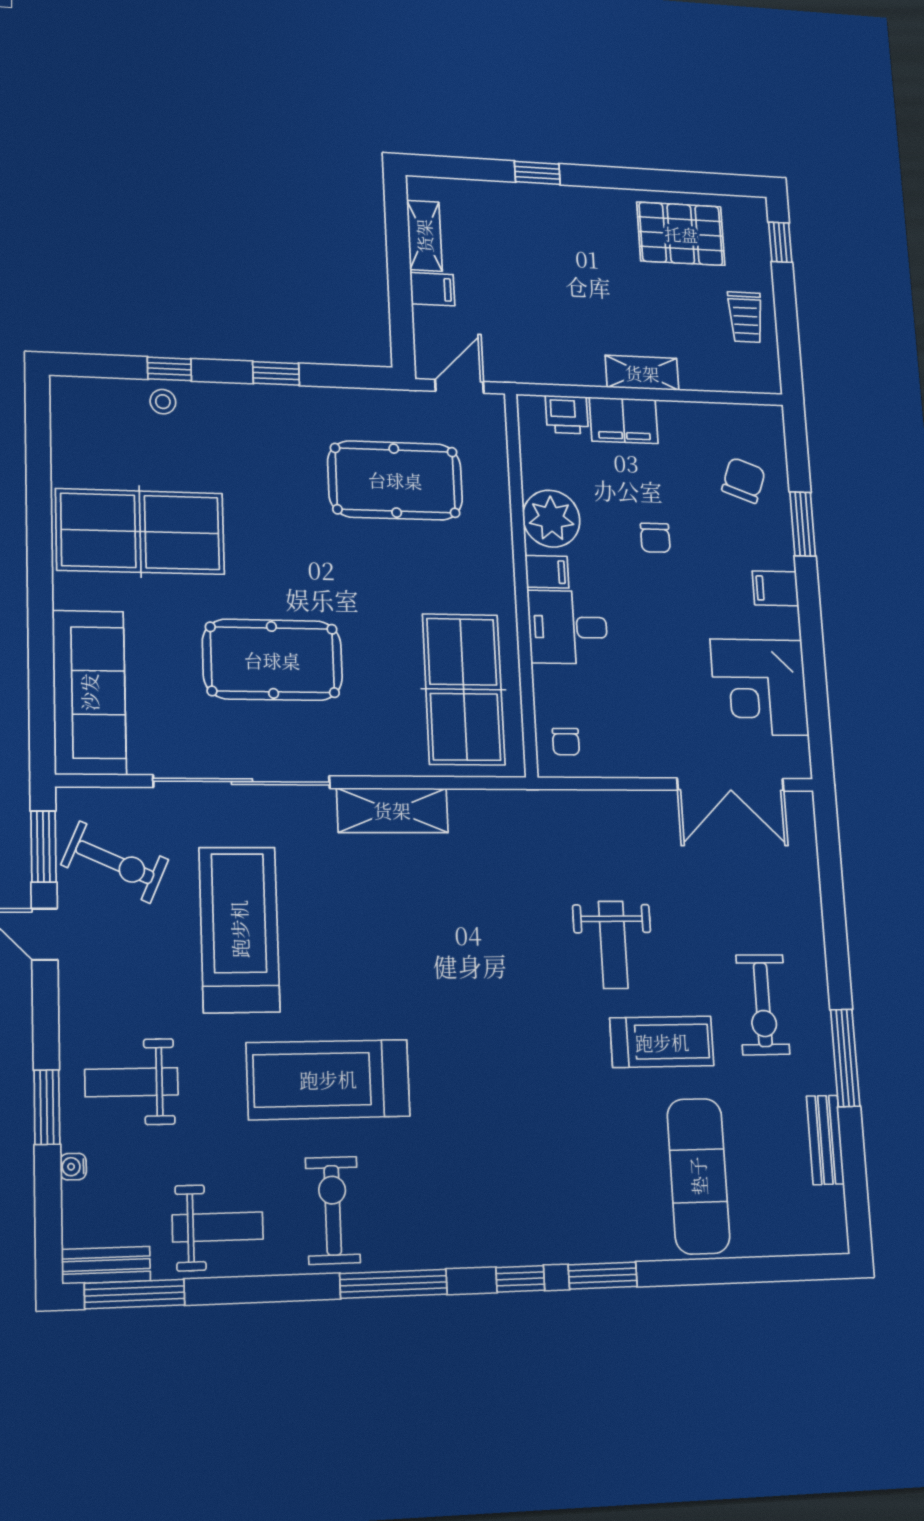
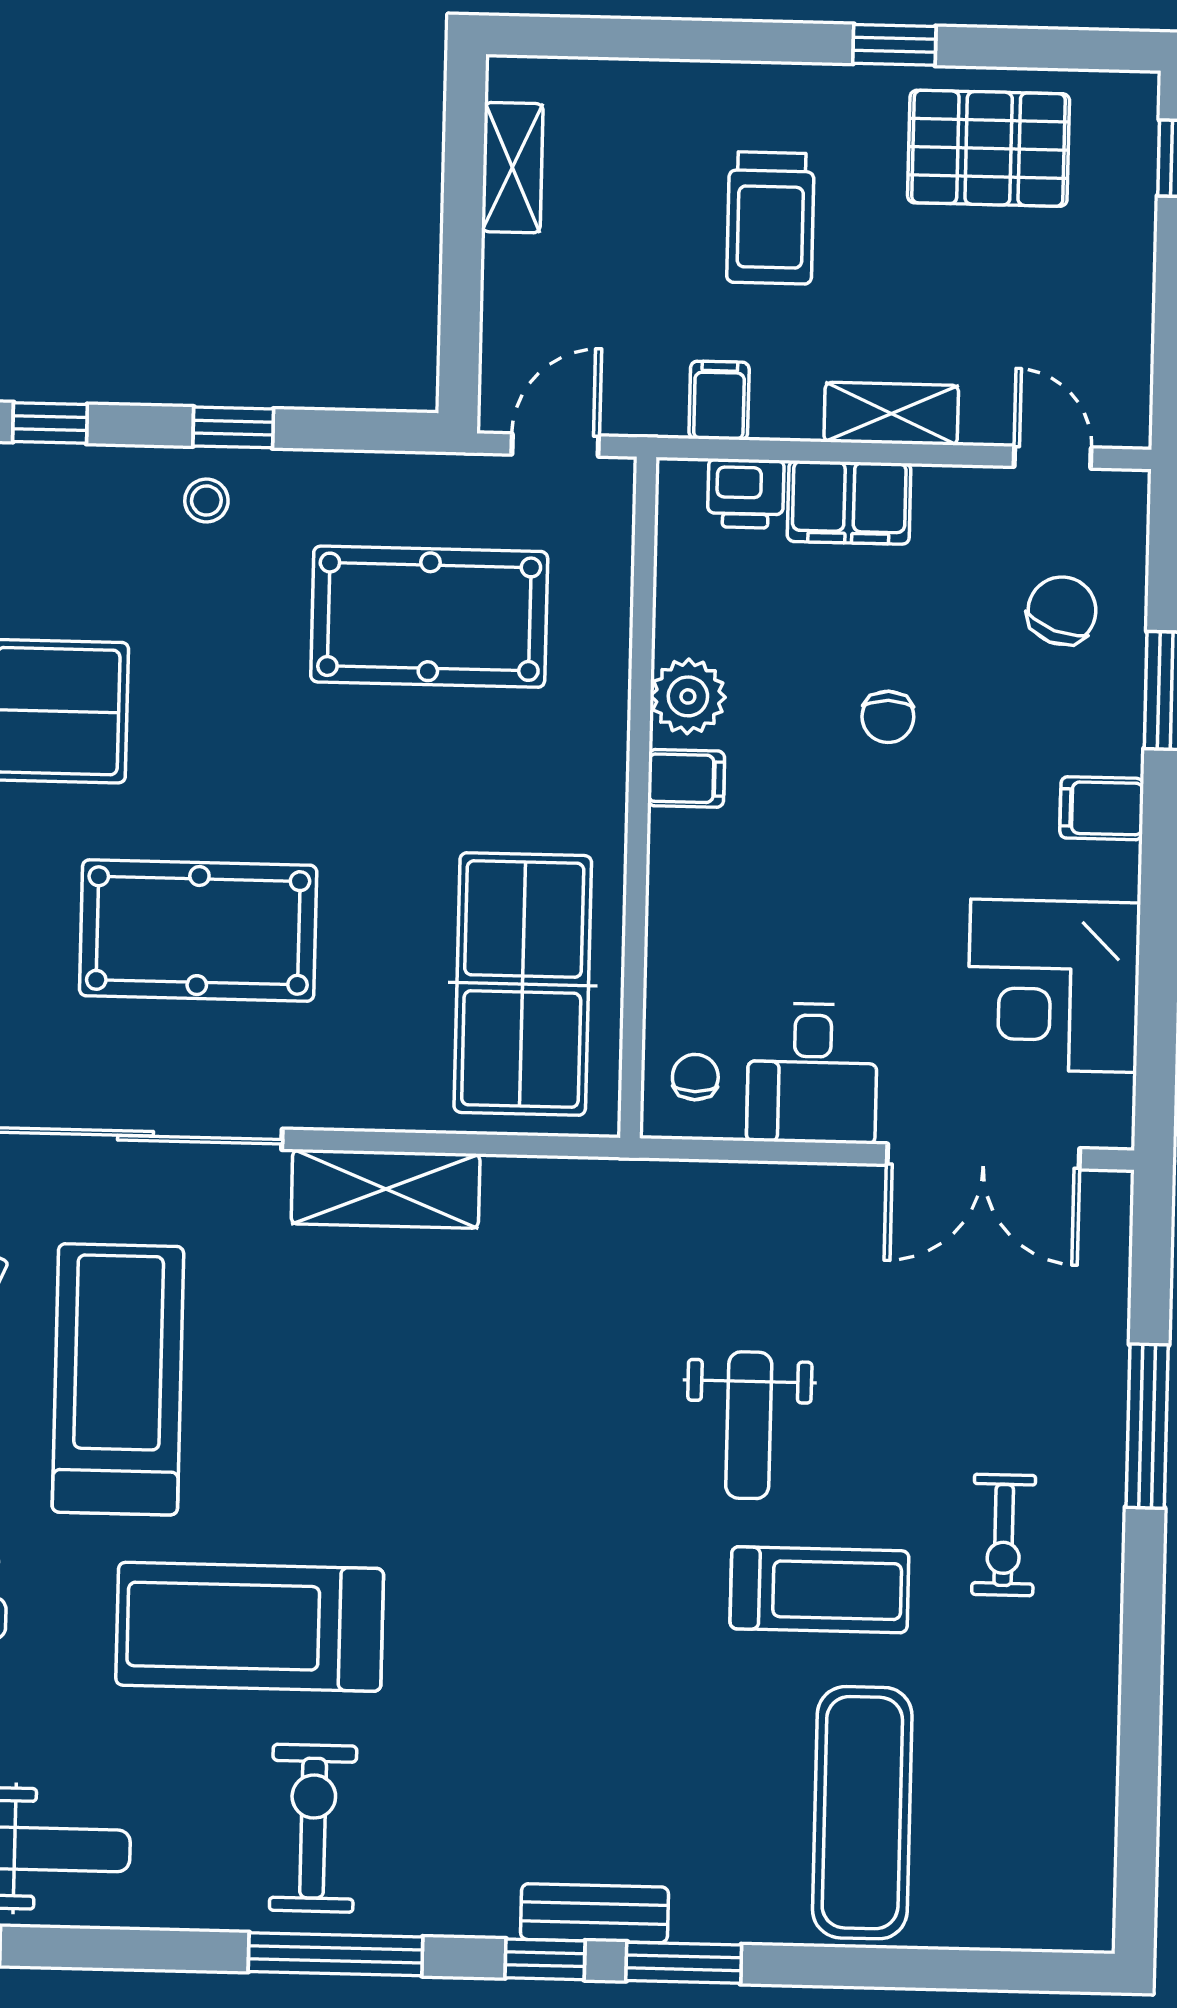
window: (537, 173) -> (894, 45), moved
filing cabinet: (432, 289) -> (719, 400), moved, turned -90
trolley: (745, 317) -> (770, 218), moved, width x1.36, depth x1.39
door: (730, 398) -> (1053, 457), added
stool: (163, 402) -> (206, 501), moved
plant: (551, 519) -> (688, 696), width x0.73, depth x0.73
desk: (568, 627) -> (812, 1073), moved, turned -90
chair: (566, 742) -> (695, 1077), turned 180
exercise bike: (763, 1005) -> (1004, 1535), width x0.73, depth x0.72
window: (845, 1058) -> (1147, 1426), moved
bench: (825, 1140) -> (594, 1913), moved, turned 90
exercise bike: (333, 1210) -> (313, 1828), moved

